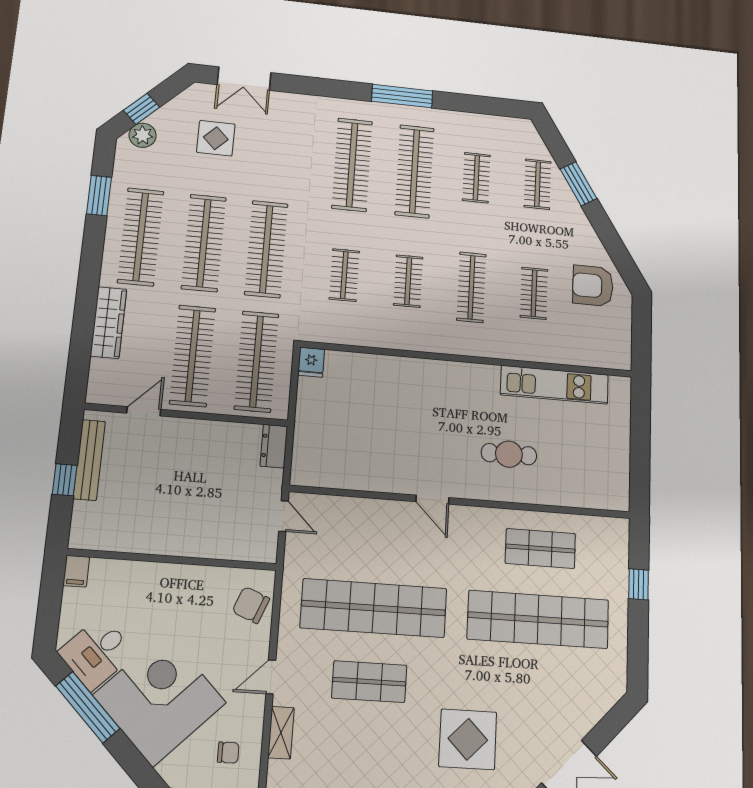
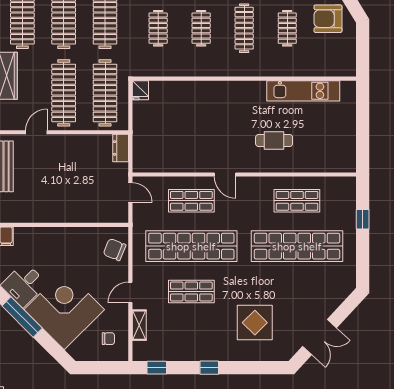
shop shelf: (378, 536) -> (191, 201), added

